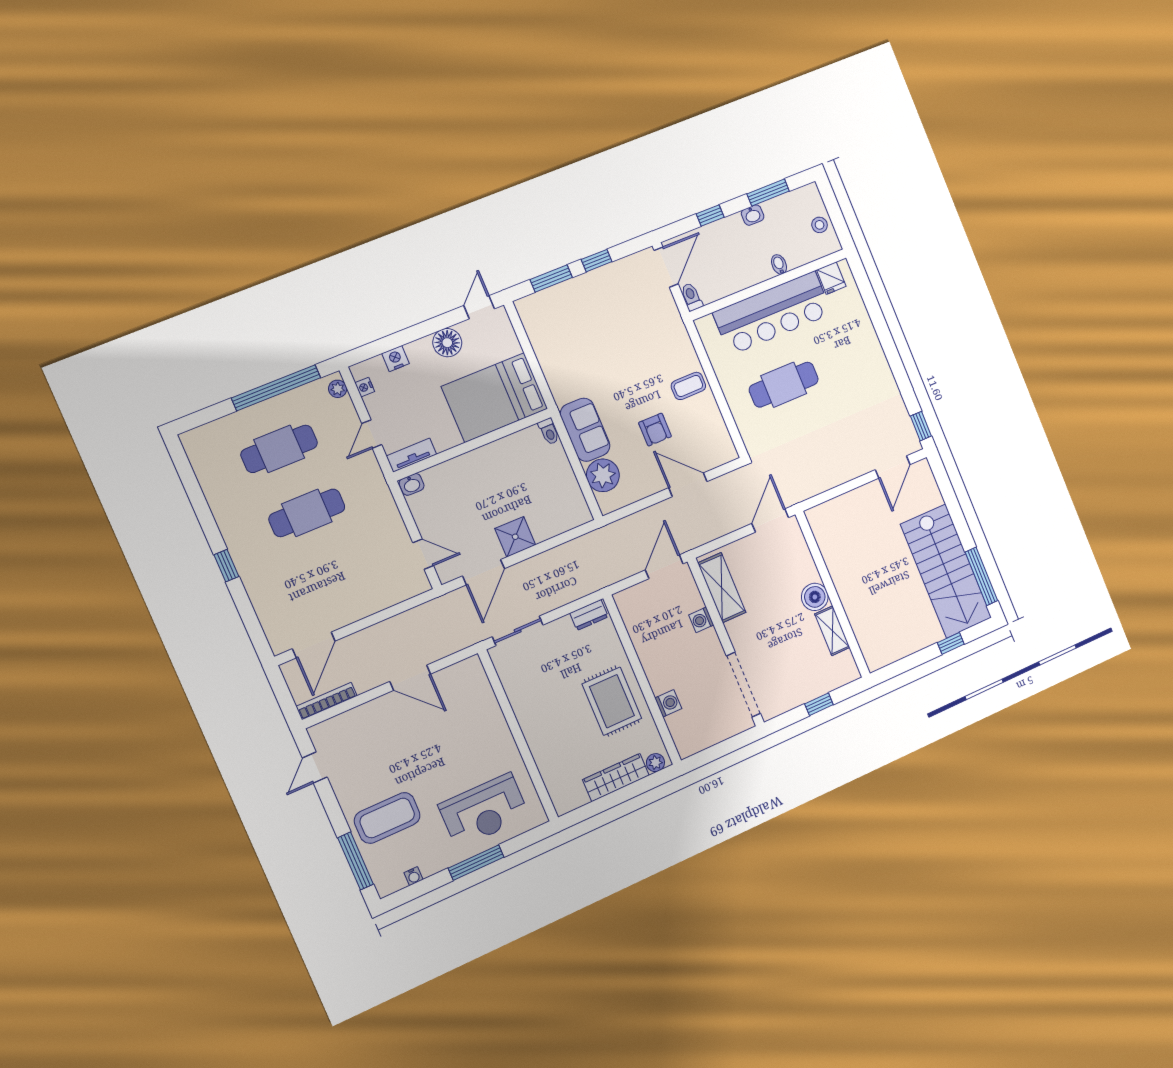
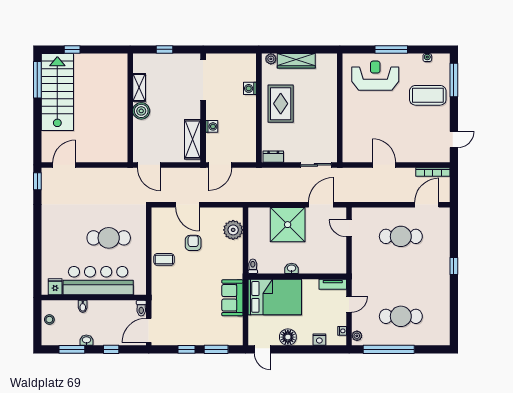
door: (479, 307) -> (262, 349), hinge flipped
sofa: (585, 430) -> (232, 298), moved
washbasin: (412, 484) -> (292, 268), moved
cafe table: (307, 513) -> (401, 236), moved
door: (770, 520) -> (149, 165), hinge flipped
shower: (515, 537) -> (288, 225), width x1.86, depth x1.86

